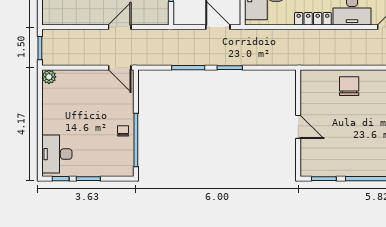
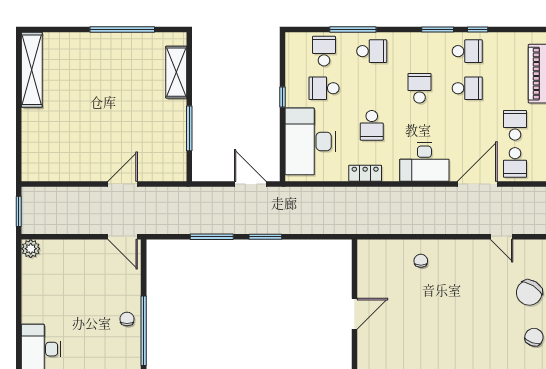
locker: (313, 19) -> (365, 173), width x0.66
chair: (349, 86) -> (421, 261), width x0.54, depth x0.54
door: (298, 127) -> (354, 314), hinge flipped

